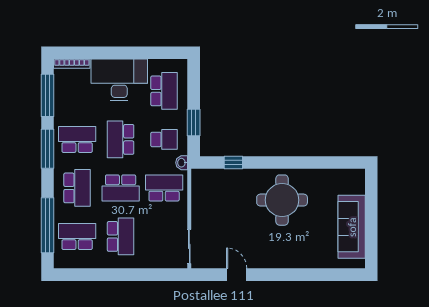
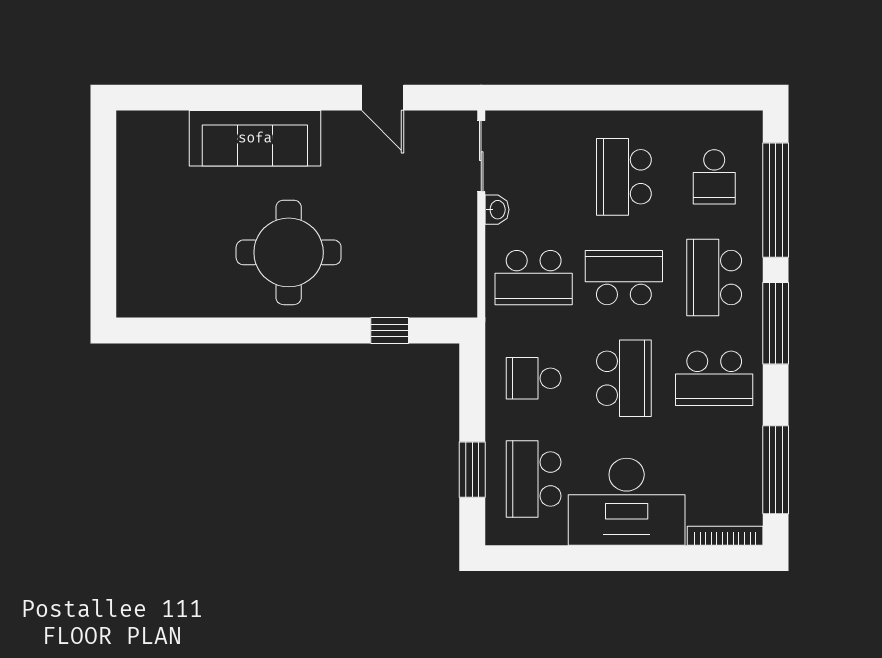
window: (194, 122) -> (472, 470), moved
window: (48, 149) -> (776, 323), moved
washbasin: (182, 163) -> (497, 210), moved
sofa: (352, 227) -> (255, 138), moved, turned 90
school desk: (77, 236) -> (714, 177), width x0.54

